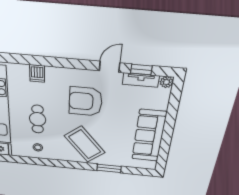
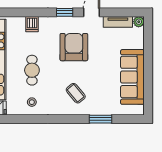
window: (141, 69) -> (65, 12), moved
armchair: (86, 101) -> (74, 47), turned 90
coffee table: (85, 144) -> (76, 93), width x0.54, depth x0.58

